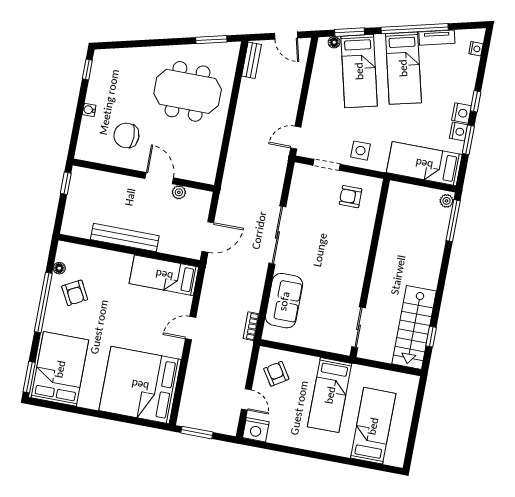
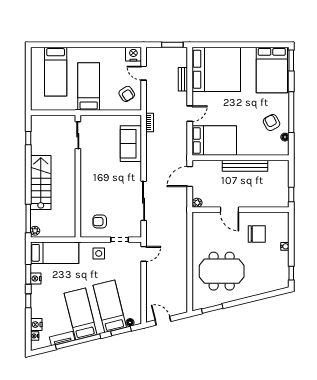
bench: (252, 60) -> (183, 79), moved
nightstand: (461, 113) -> (36, 325), moved
plant: (179, 192) -> (197, 203), moved
armchair: (351, 197) -> (100, 222), turned 180
sliding door: (277, 235) -> (144, 201), moved
bed: (164, 275) -> (214, 140), width x1.50
stairs: (414, 327) -> (41, 183), moved

